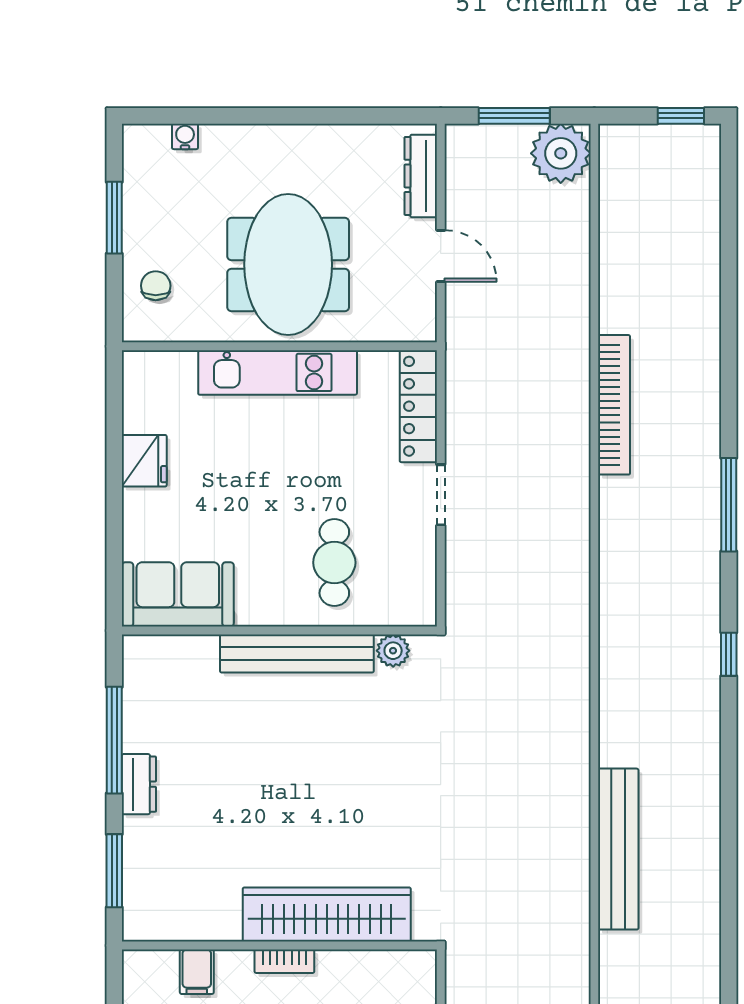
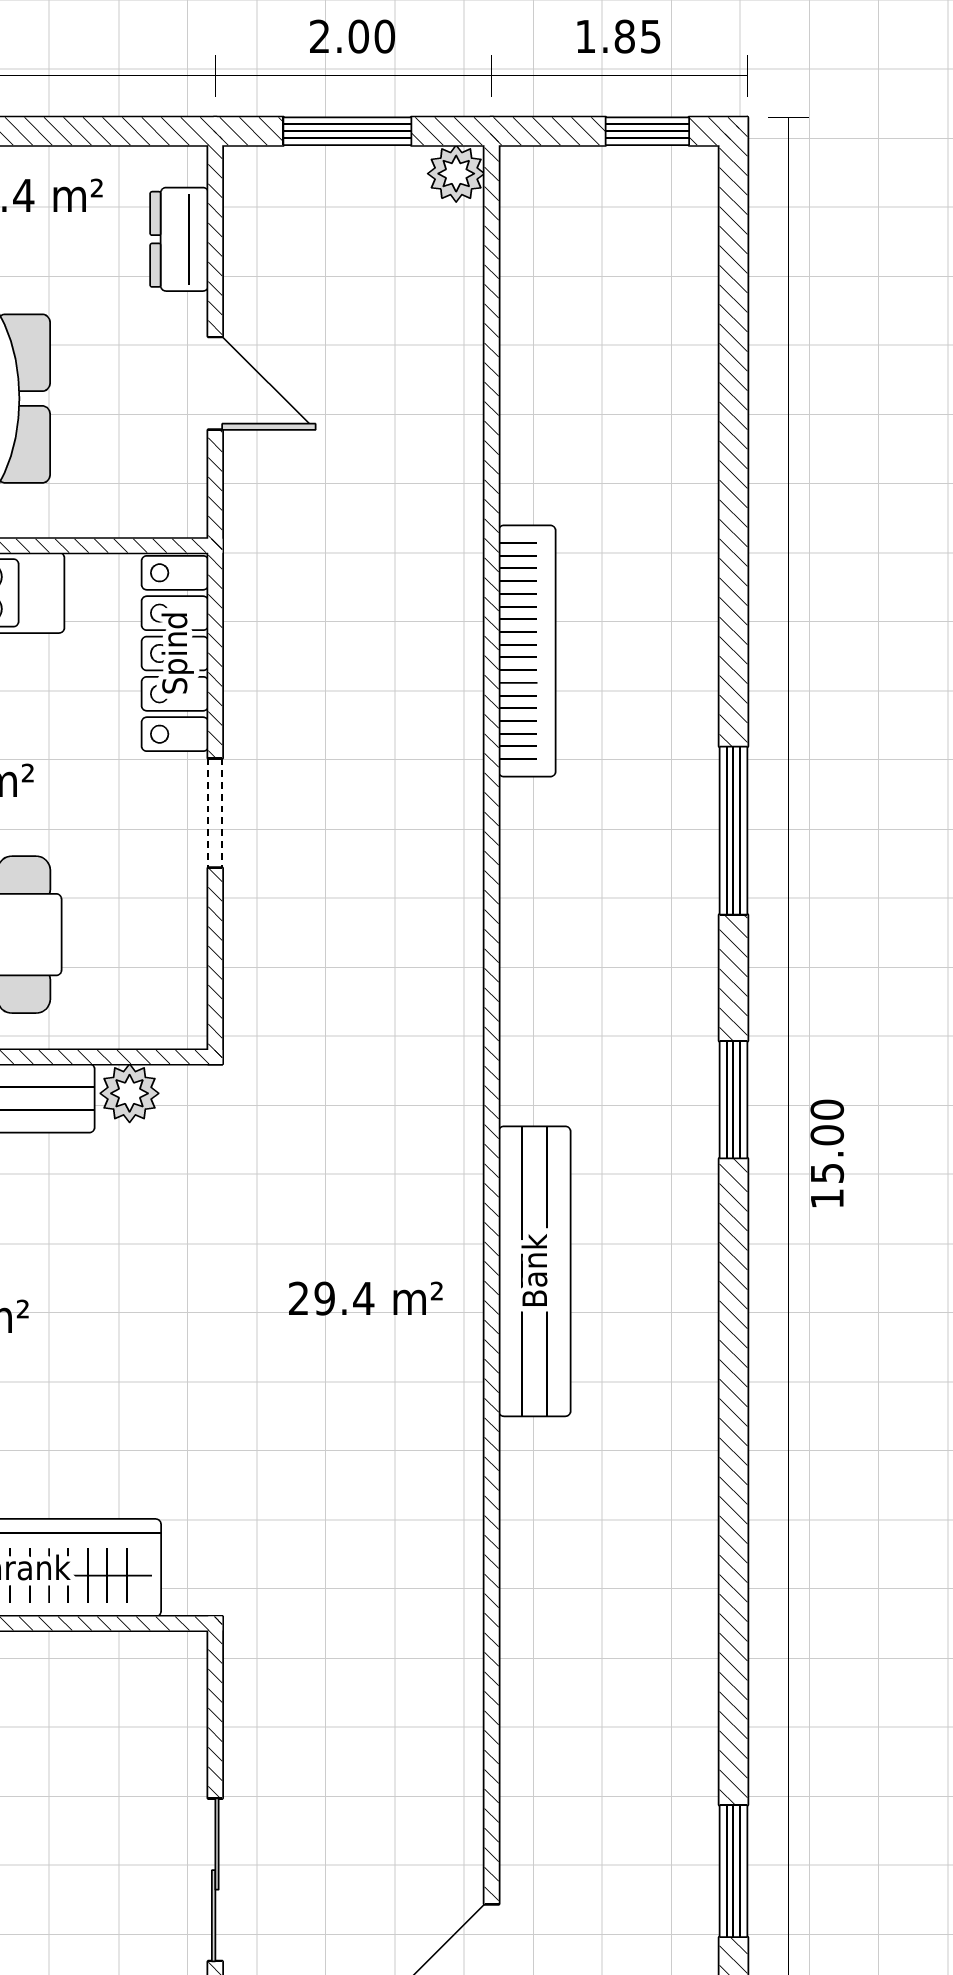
plant: (561, 153) -> (456, 174), width x0.53, depth x0.53
dresser: (421, 176) -> (179, 239), width x0.70
window: (729, 654) -> (733, 1100), width x1.50
bench: (618, 849) -> (535, 1271), moved

